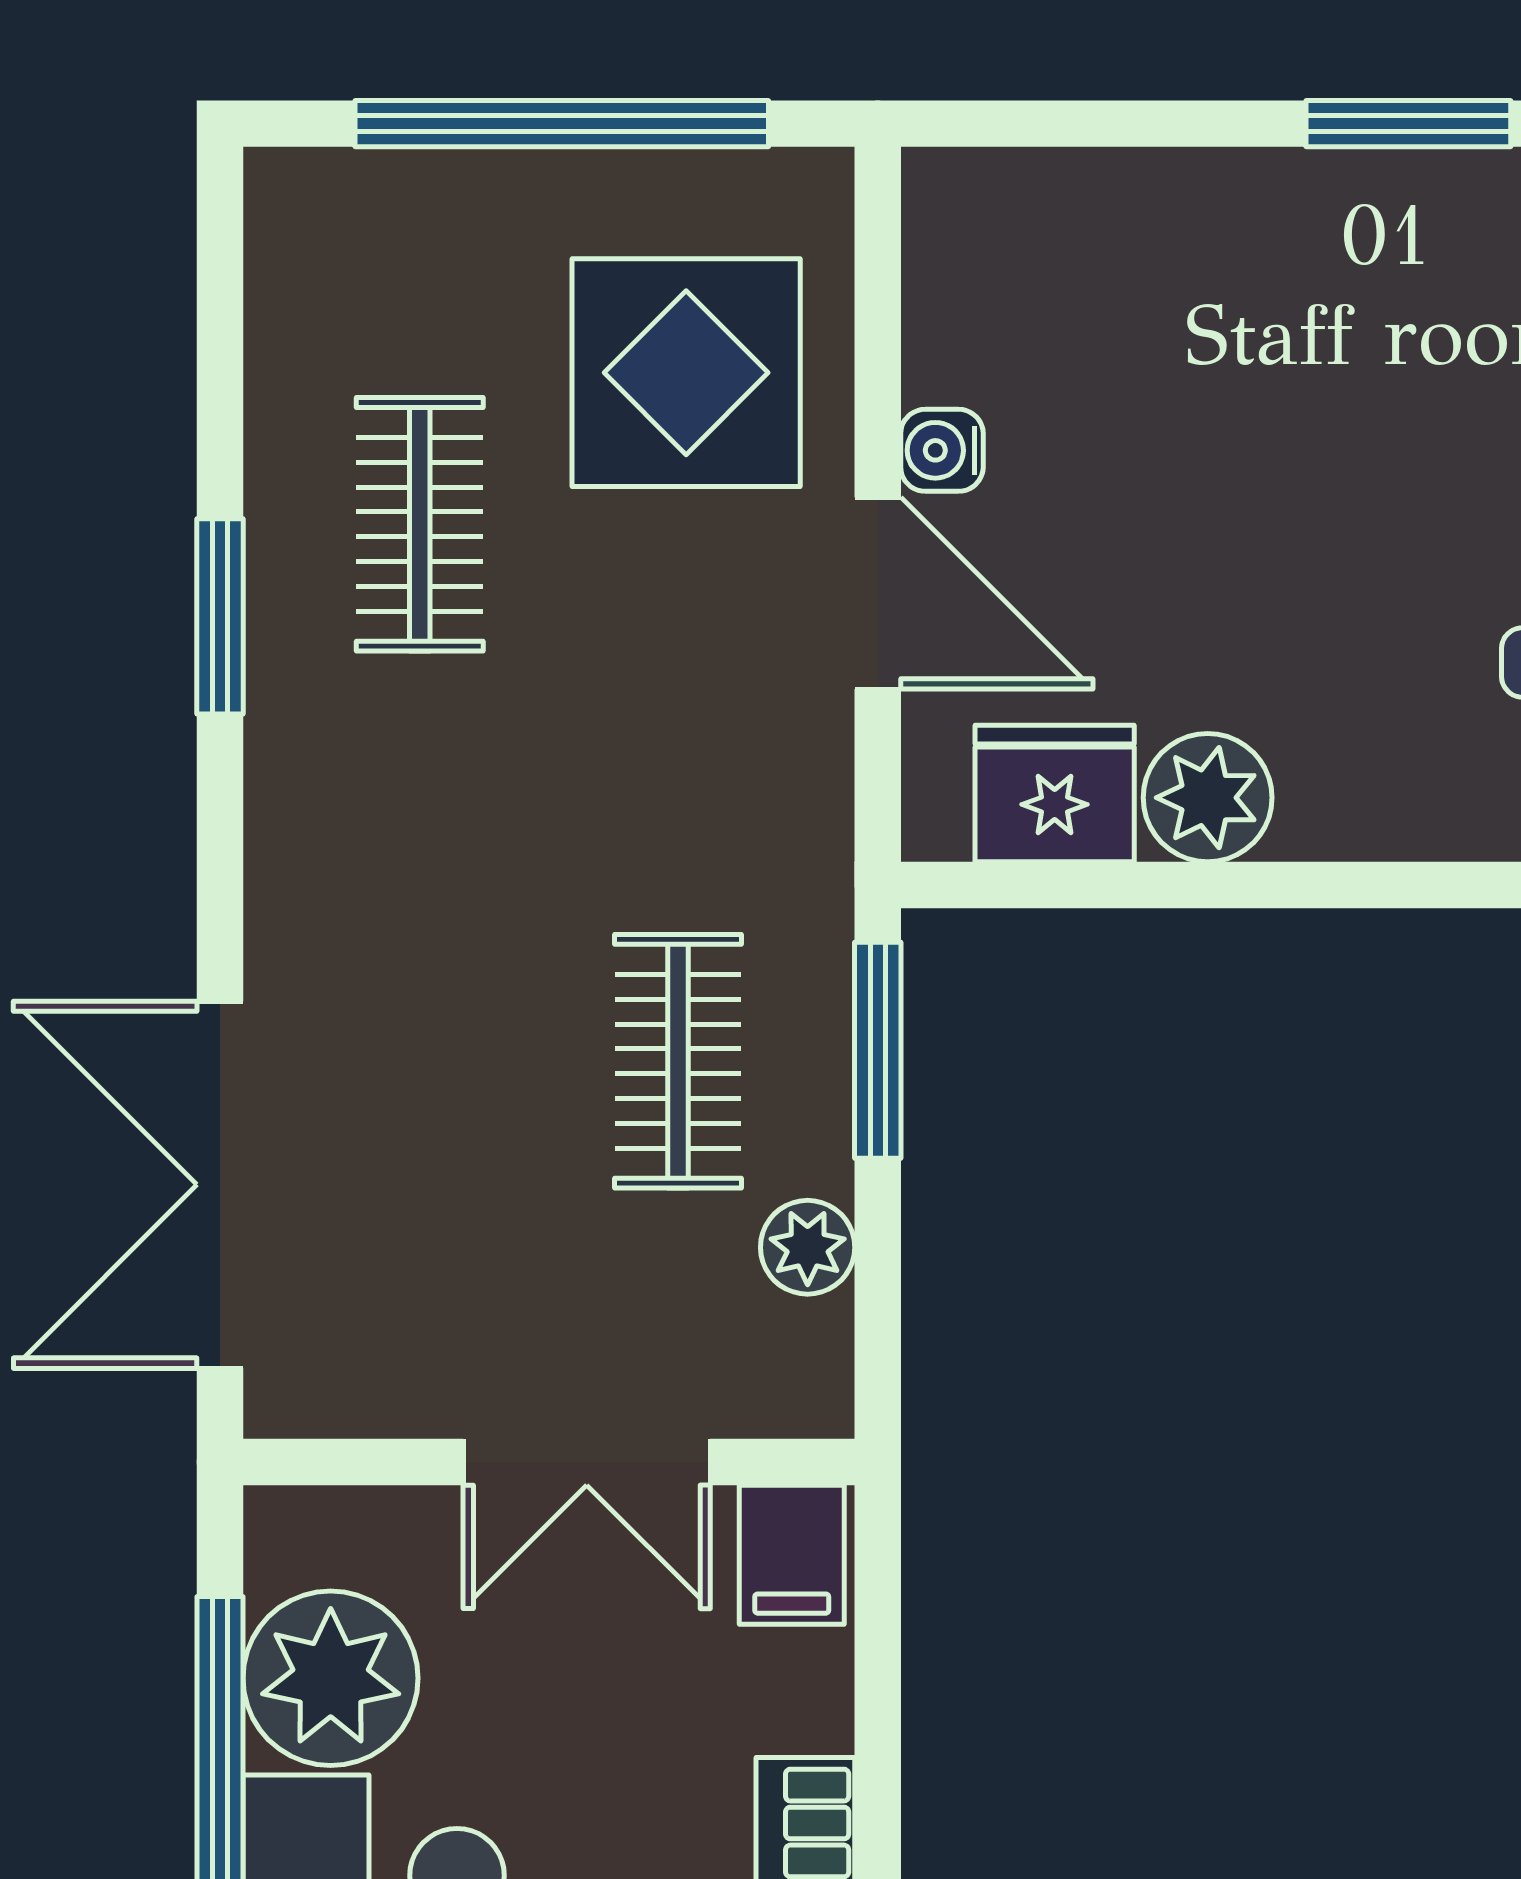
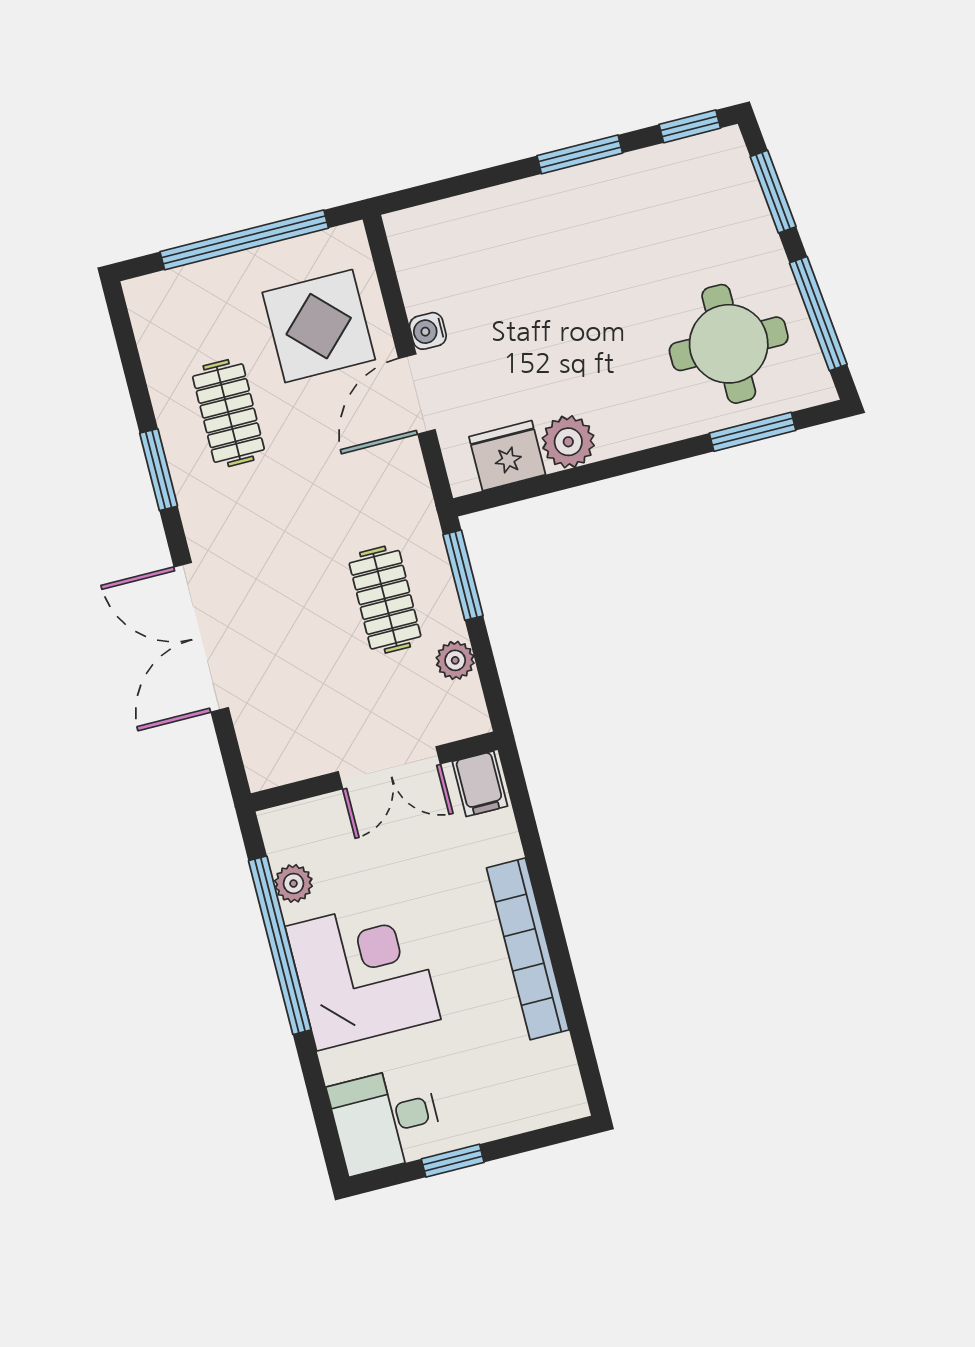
door: (878, 593) -> (417, 394), swing flipped
double door: (220, 1185) -> (201, 637), moved
plant: (331, 1678) -> (293, 883), width x0.53, depth x0.53

